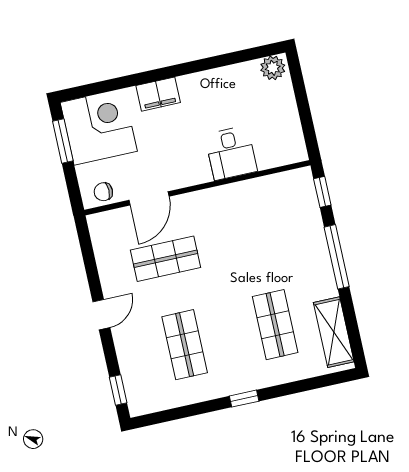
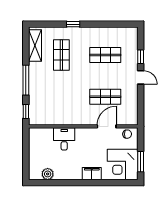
plant: (273, 68) -> (48, 174), moved
door: (101, 315) -> (141, 77), swing flipped
shop shelf: (185, 345) -> (105, 55), turned 90
window: (118, 390) -> (141, 57), moved
window: (244, 399) -> (73, 24), moved

